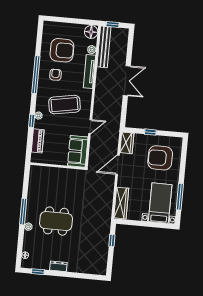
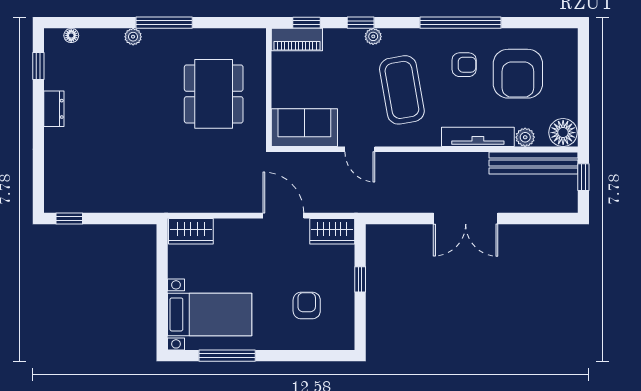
piano: (38, 141) -> (297, 40), moved
window: (29, 146) -> (307, 23), added
armchair: (160, 158) -> (307, 305), width x0.53, depth x0.53
wardrobe: (121, 203) -> (191, 231), width x0.67
dining table: (56, 221) -> (214, 94), moved
window: (112, 240) -> (69, 218), moved

